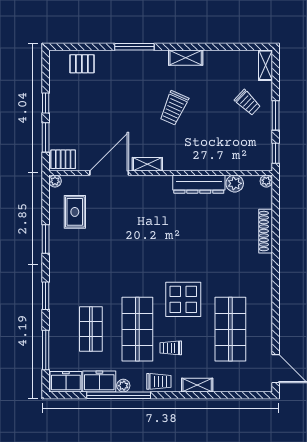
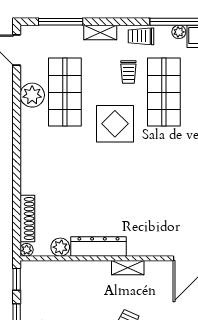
shelving: (147, 164) -> (128, 268), moved
shoe rack: (266, 231) -> (27, 218), moved
plant: (261, 326) -> (32, 95), added
trolley: (171, 348) -> (128, 72), turned 90
window: (234, 395) -> (61, 22), added

